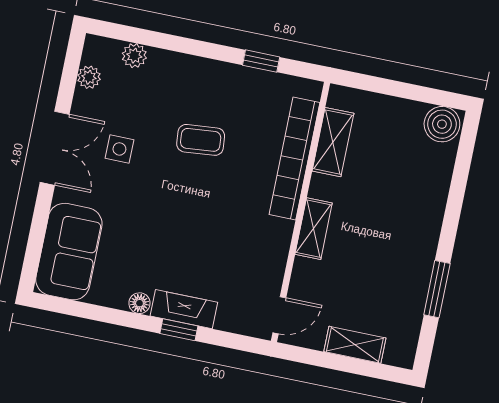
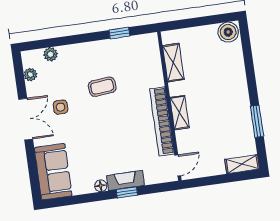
bookcase: (294, 159) -> (162, 121), moved
shelving: (355, 345) -> (242, 164), moved

